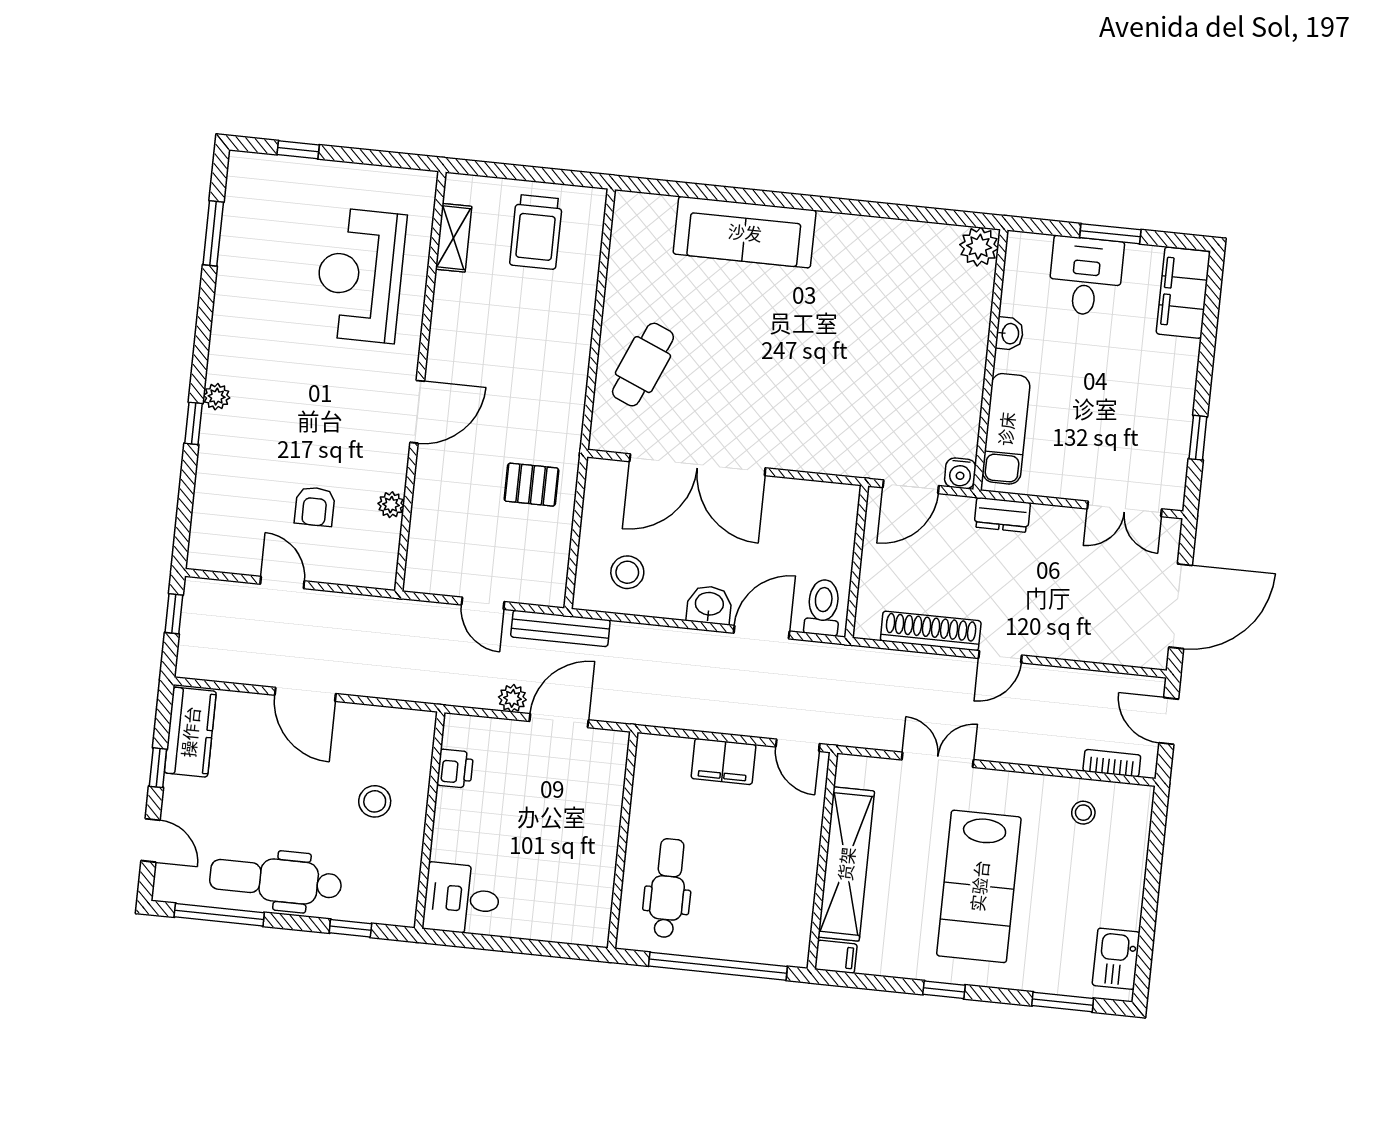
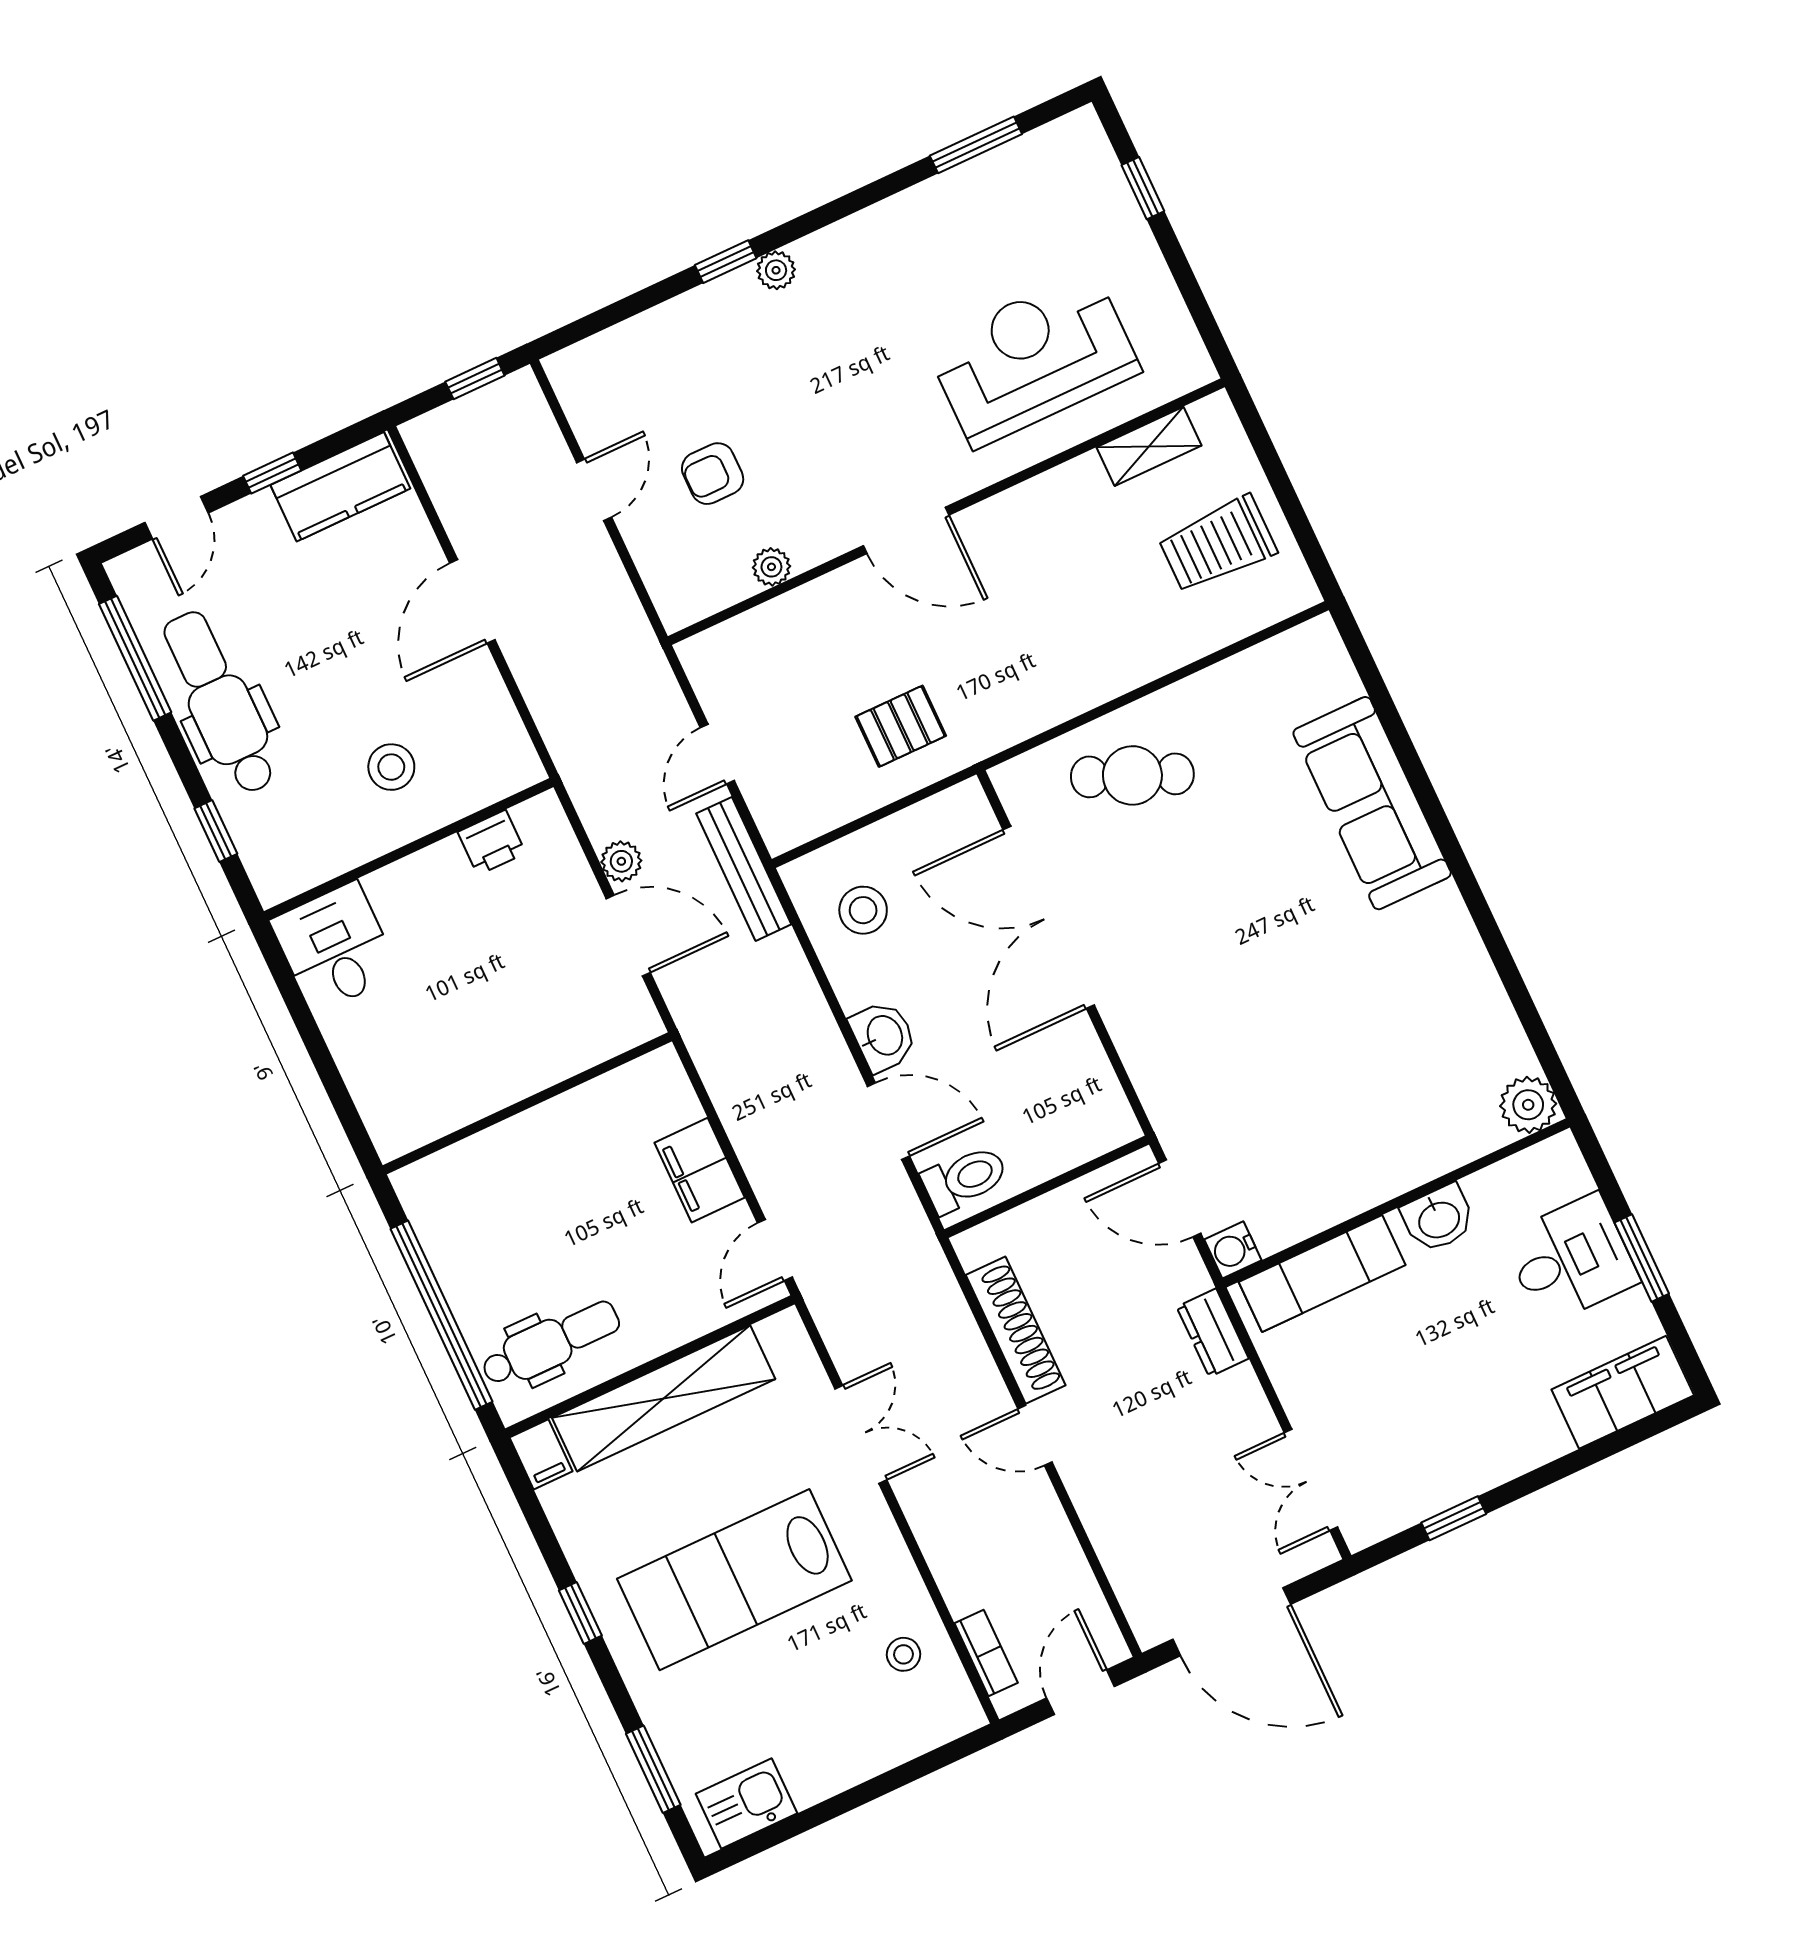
washbasin: (1010, 334) -> (1438, 1219), width x1.38, depth x1.45
pallet: (531, 485) -> (901, 726), turned 90
dental chair: (668, 888) -> (551, 1343), moved

